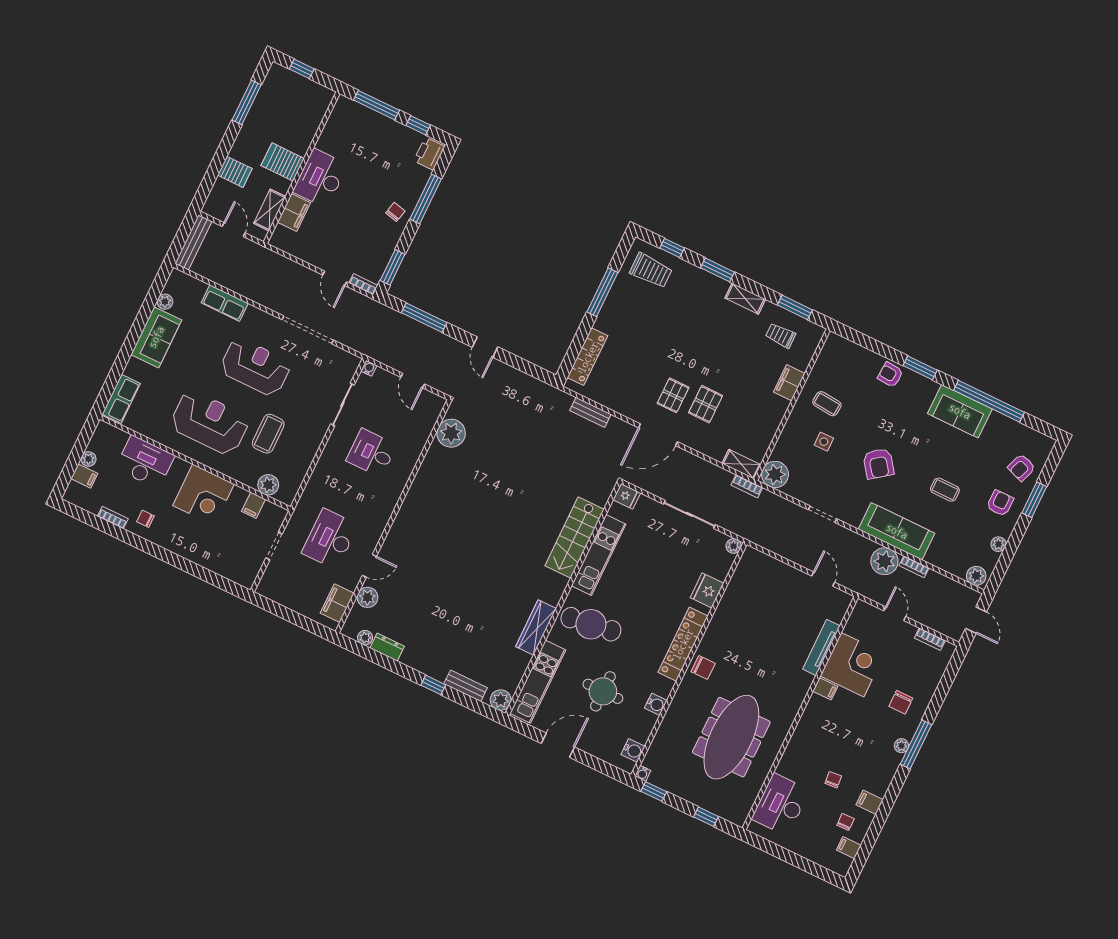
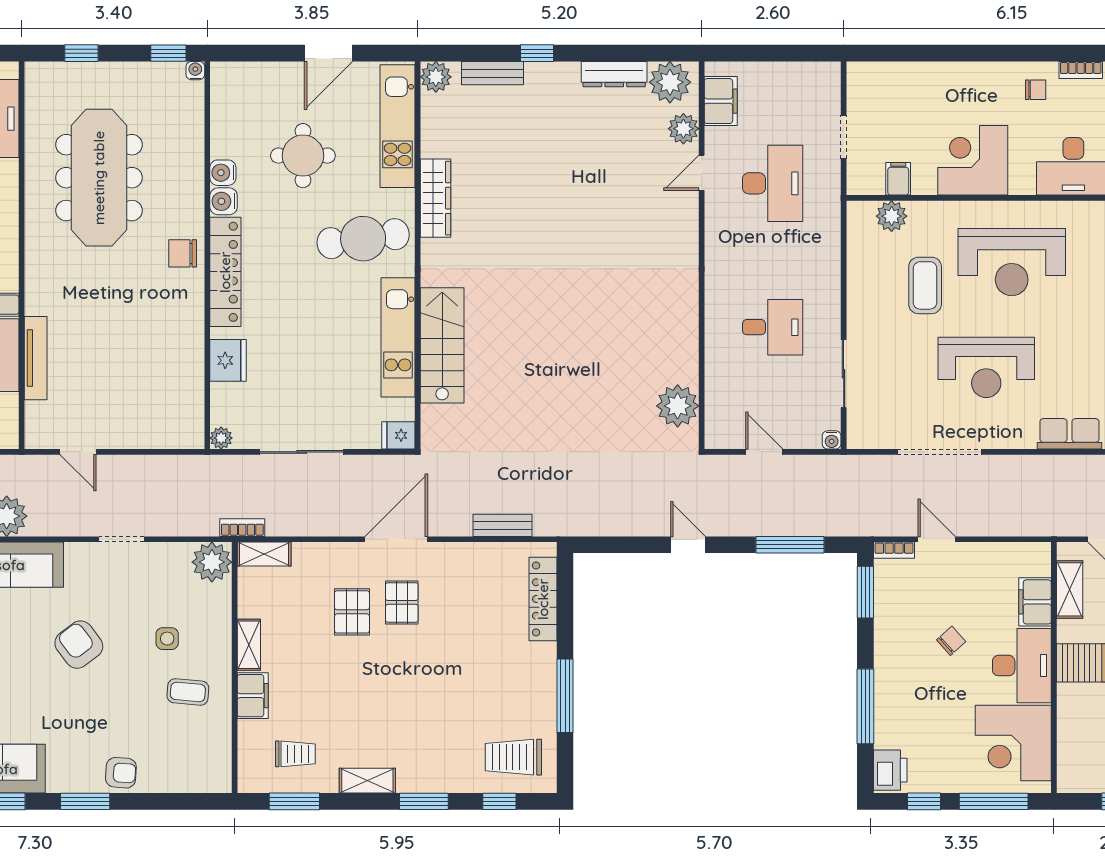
corner desk: (348, 134) -> (1013, 743), added
chair: (395, 212) -> (951, 641), moved, turned -145
shelving: (777, 414) -> (249, 645), added
plant: (365, 638) -> (670, 82), width x1.88, depth x1.88
dresser: (387, 647) -> (614, 74), width x1.44
water cooler: (633, 750) -> (224, 201), moved

